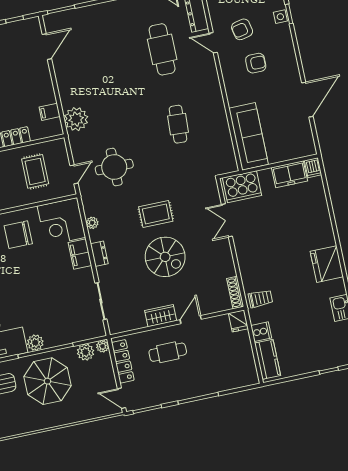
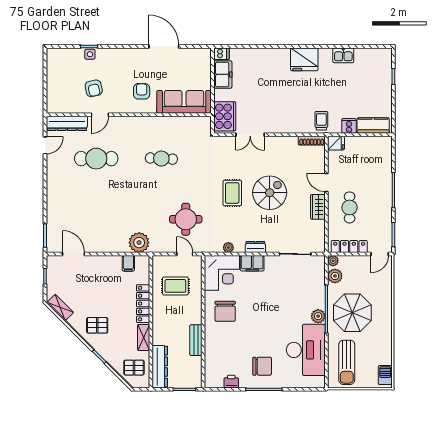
armchair: (256, 63) -> (142, 91), moved

